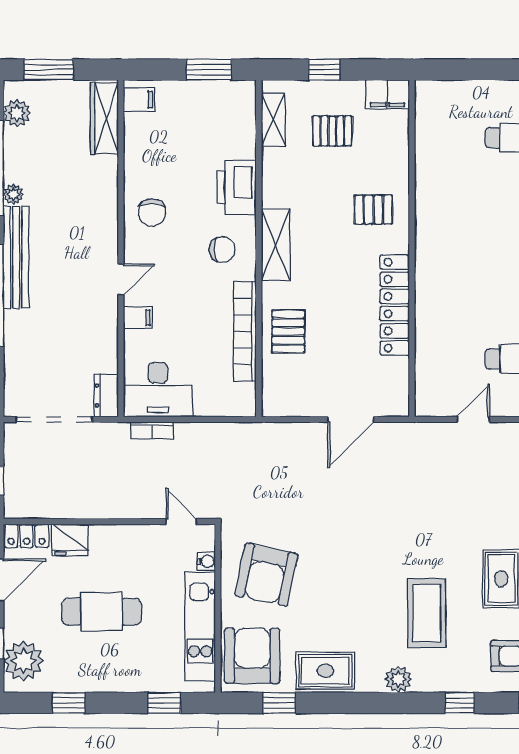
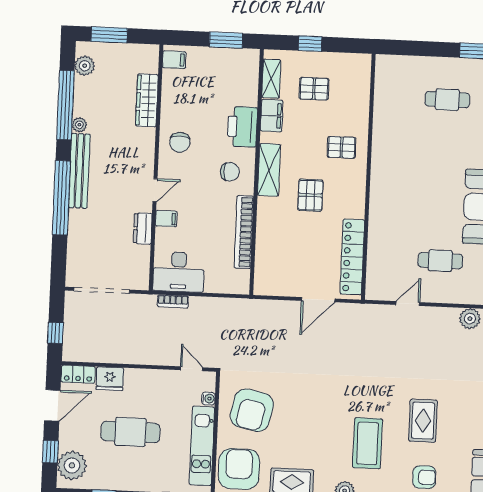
filing cabinet: (387, 94) -> (272, 116), moved, turned -90
wardrobe: (104, 118) -> (147, 100), moved
locker: (395, 305) -> (352, 257), moved
pallet: (288, 332) -> (310, 195), moved
dresser: (106, 395) -> (143, 228), moved

